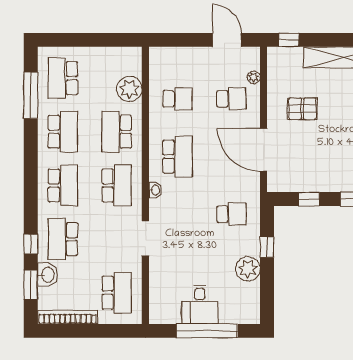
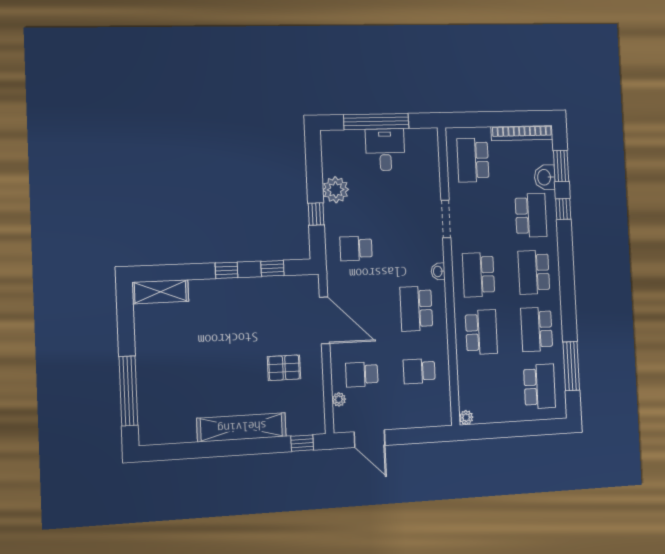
plant: (129, 89) -> (466, 418), moved, width x0.53, depth x0.53

